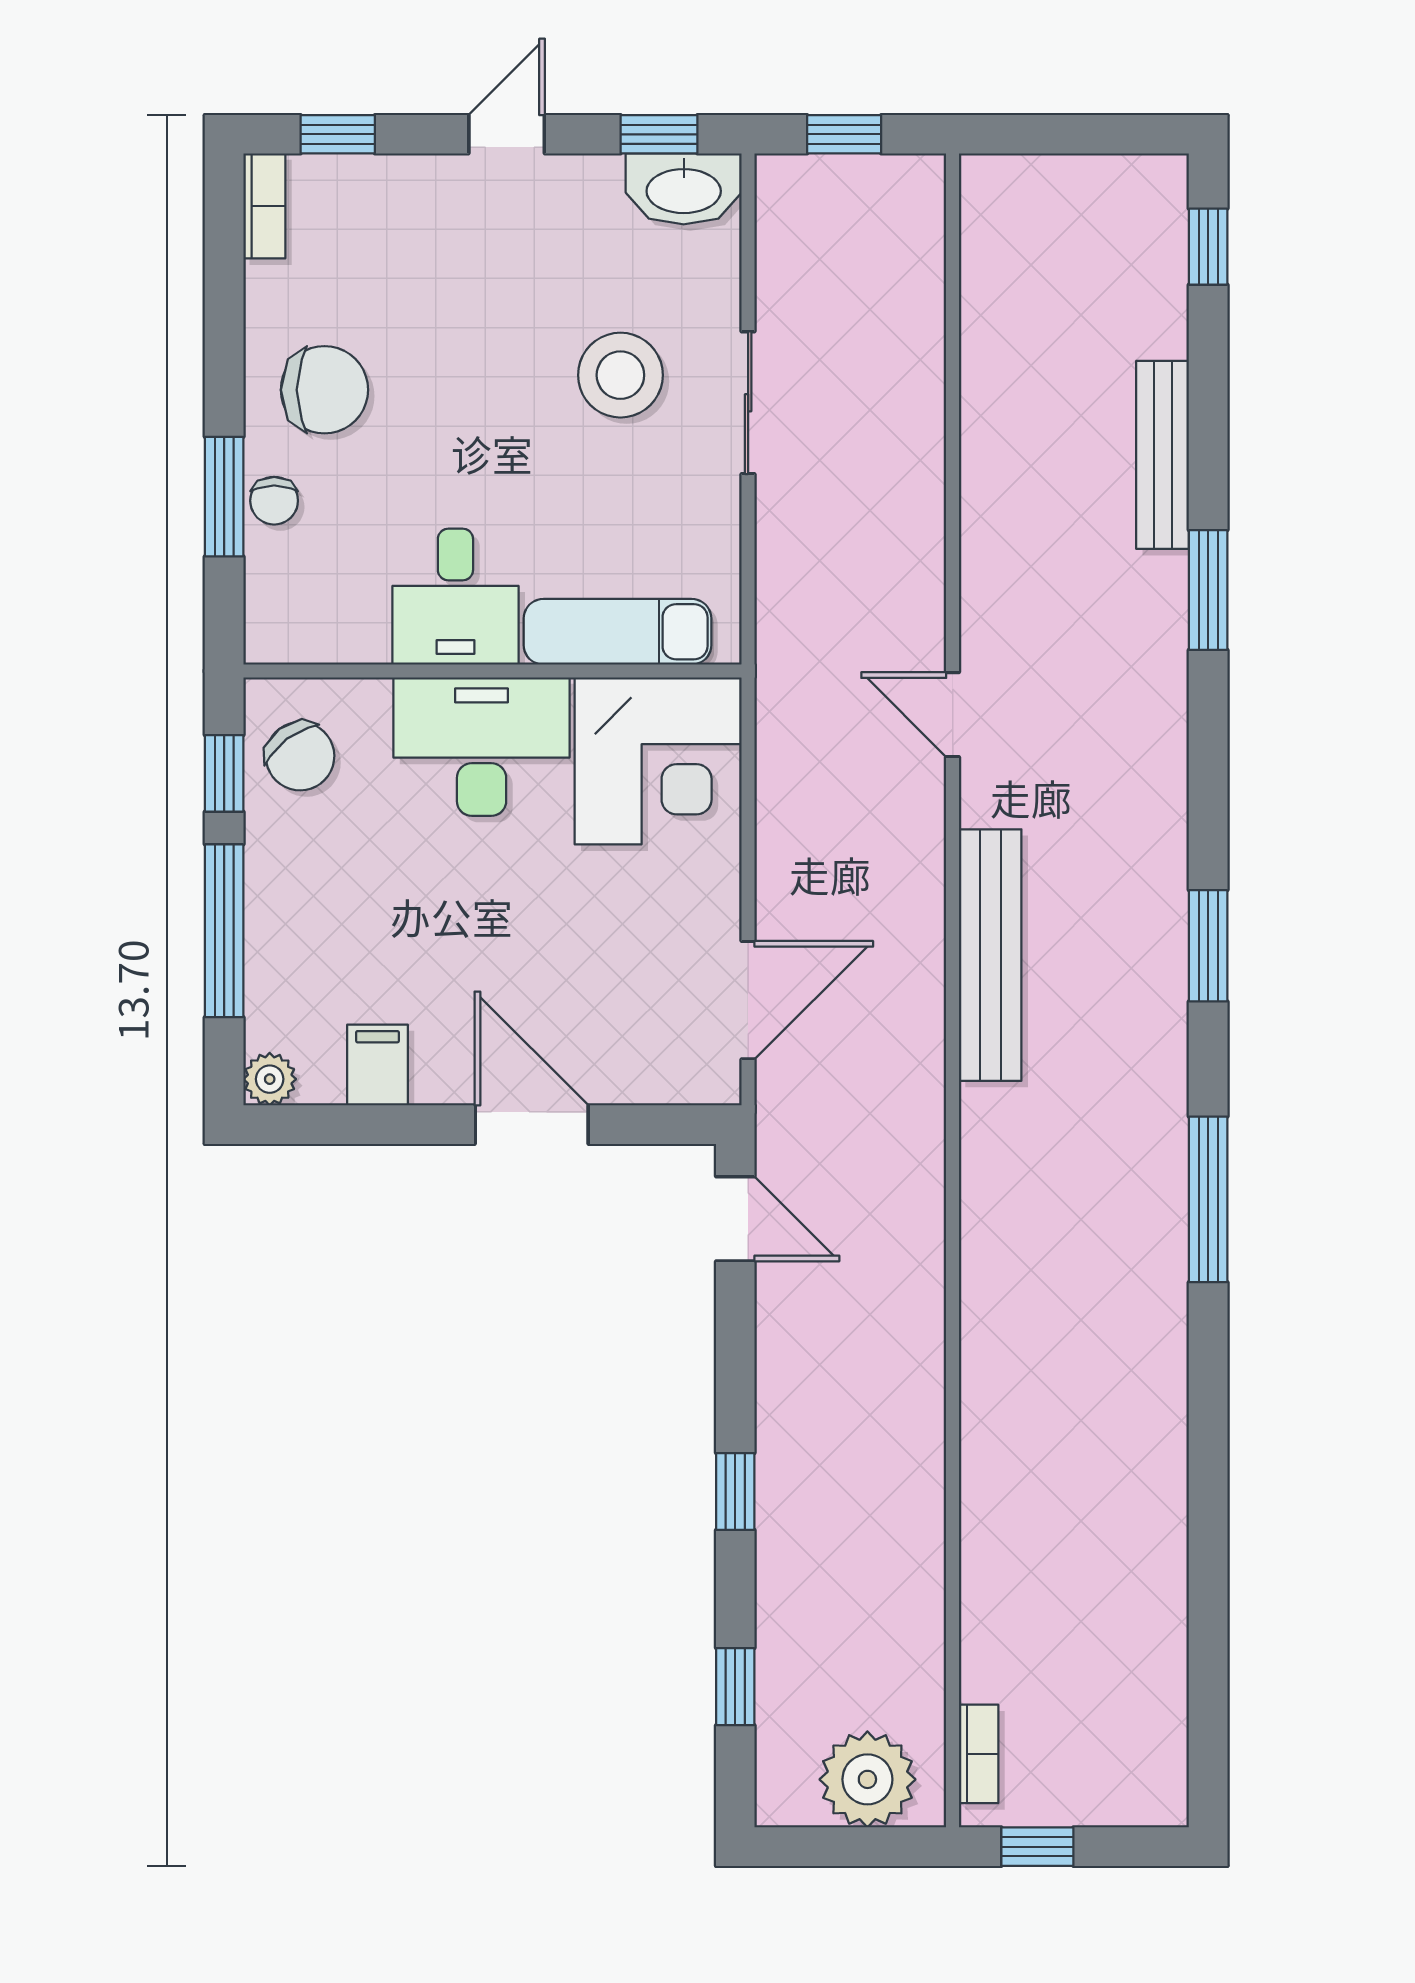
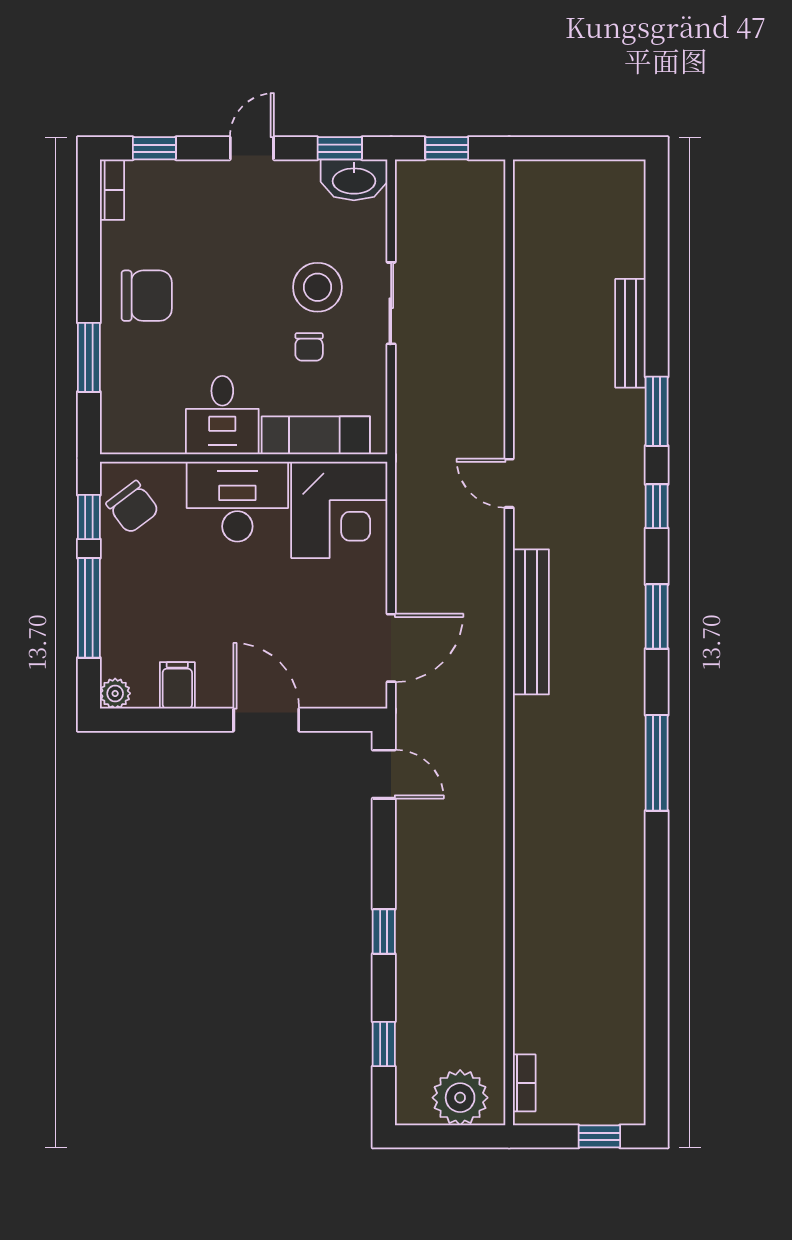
window: (1208, 247) -> (657, 506), moved
chair: (274, 501) -> (309, 347), moved
window: (1037, 1847) -> (599, 1136), moved

